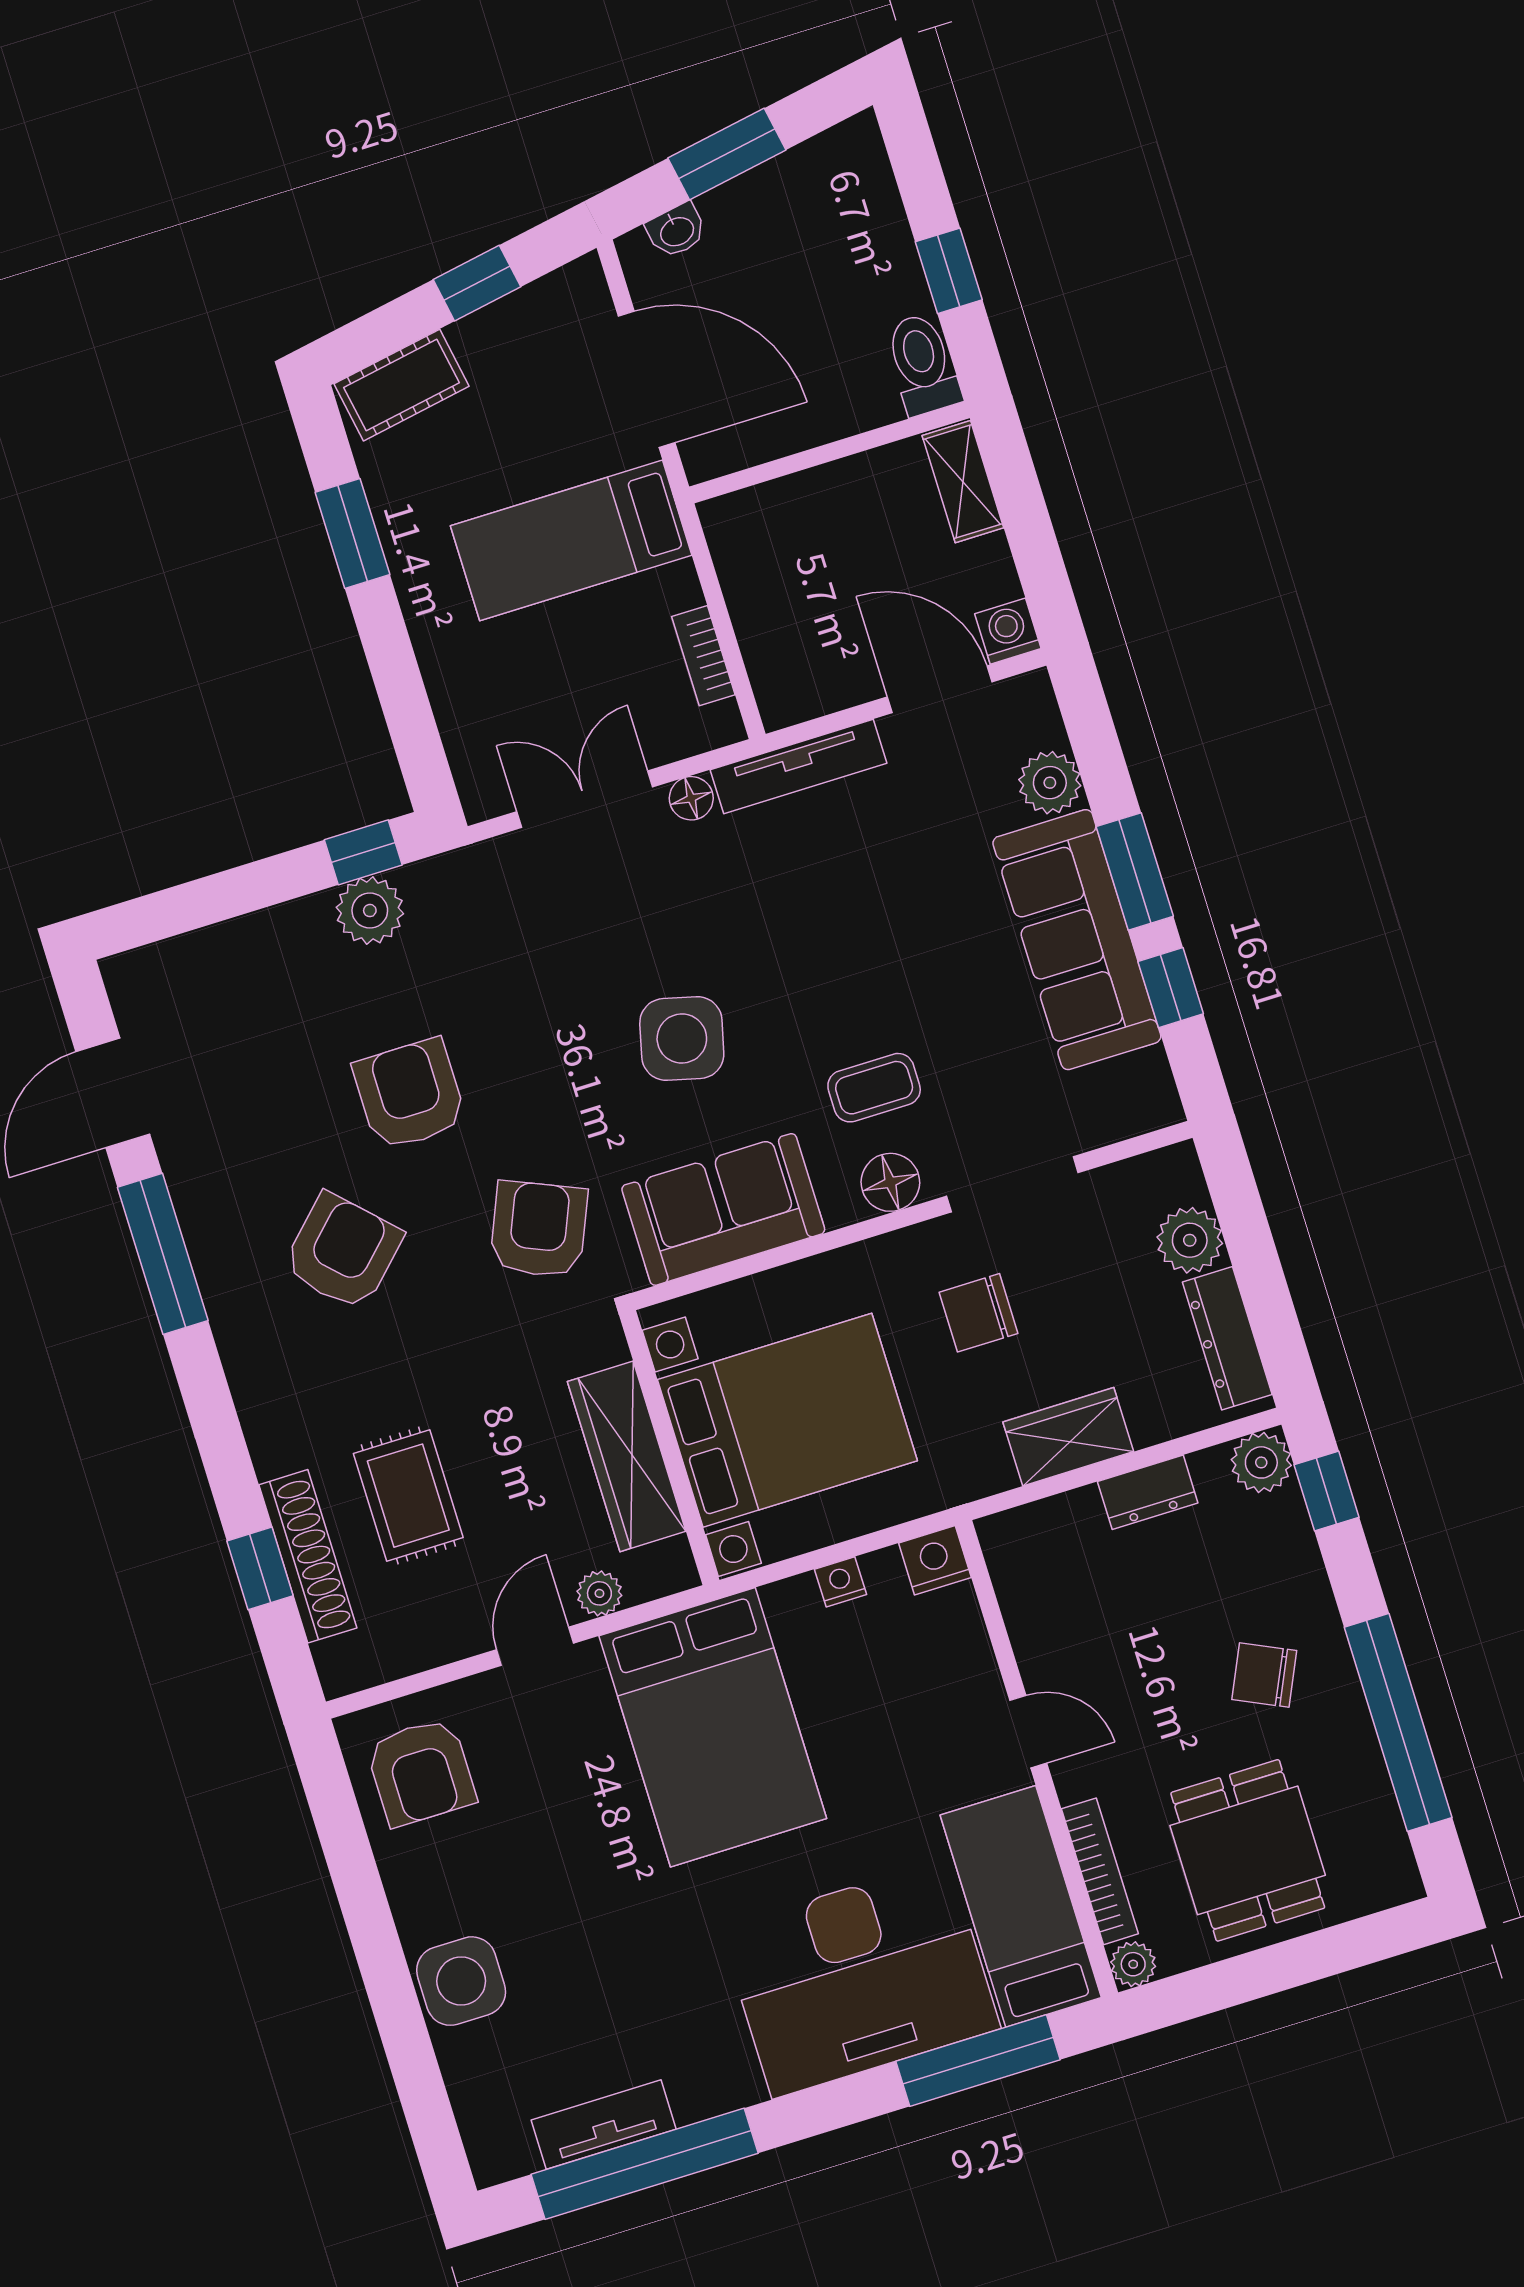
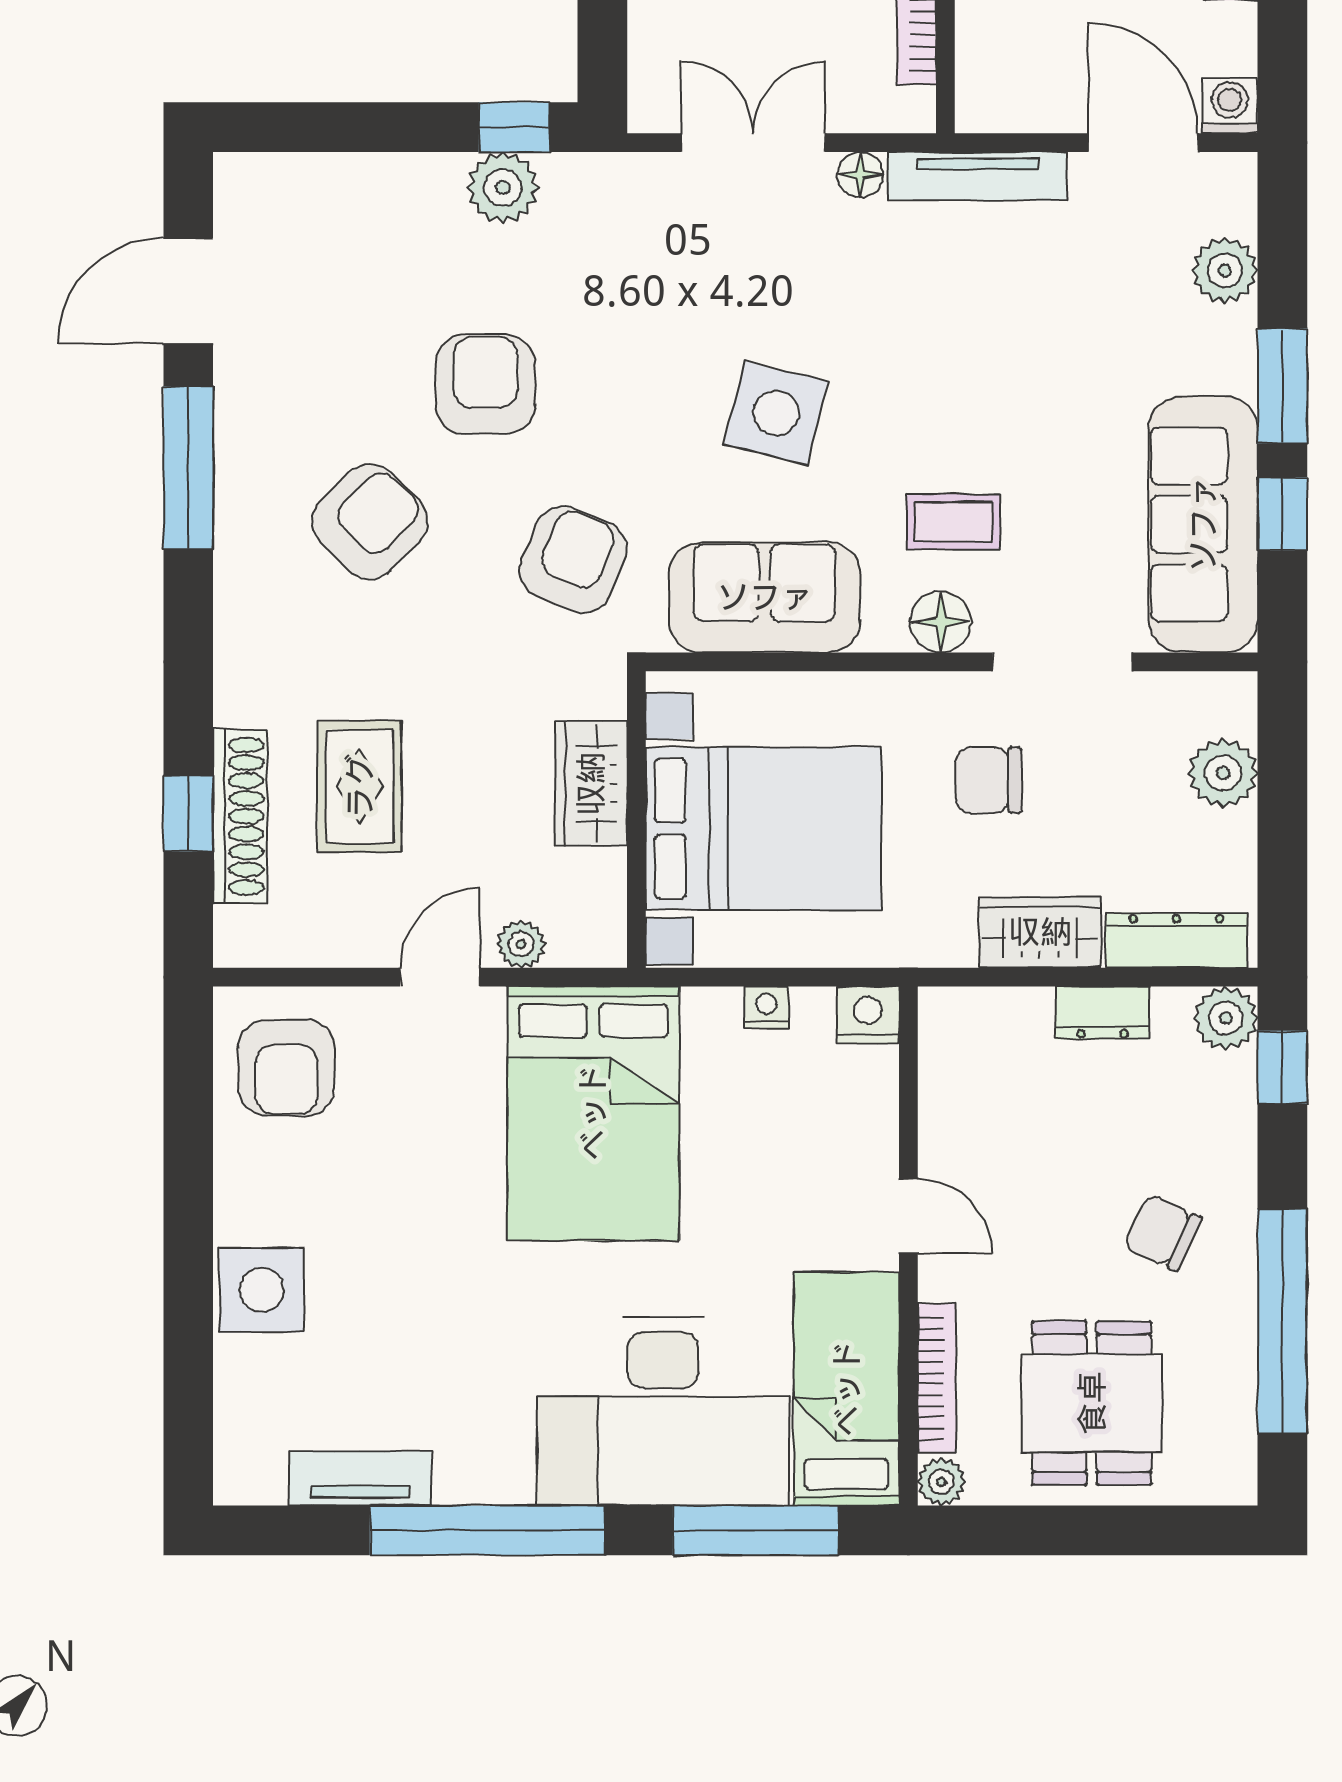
sofa: (1077, 940) -> (1203, 524), moved
dresser: (1227, 1338) -> (1176, 940), moved, turned 90
wardrobe: (627, 1456) -> (591, 784), width x0.67
window: (645, 2164) -> (487, 1530), moved

